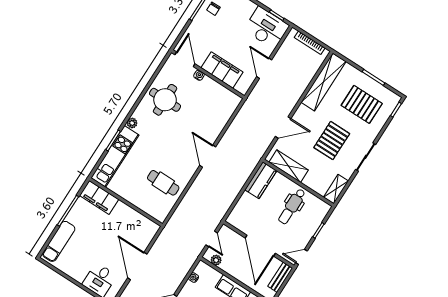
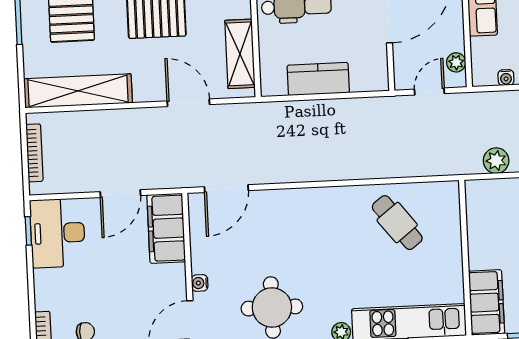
filing cabinet: (222, 70) -> (166, 228), moved
door: (208, 156) -> (226, 189), moved
kitchen counter: (261, 180) -> (318, 79), moved
cafe table: (163, 183) -> (397, 223), turned -38
plant: (159, 247) -> (496, 161), added

